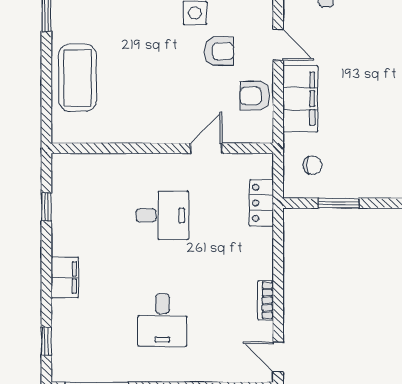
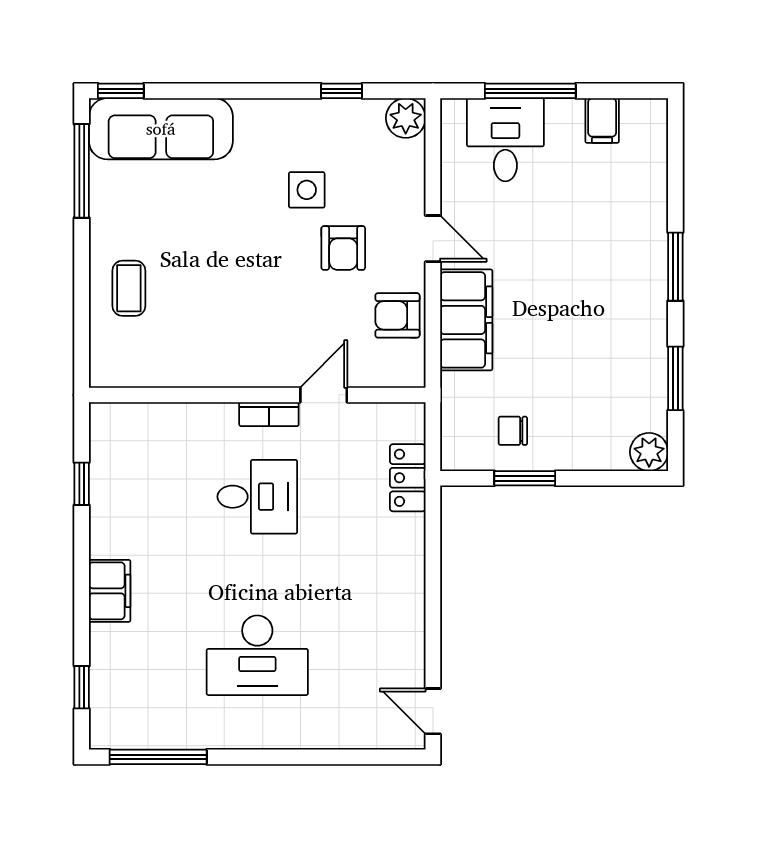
armchair: (219, 51) -> (343, 248), turned 90
coffee table: (78, 78) -> (129, 288), width x0.54, depth x0.58
chair: (313, 165) -> (513, 431), moved, turned 180
bookcase: (266, 300) -> (269, 414), moved, turned -90
desk: (162, 320) -> (257, 655), width x1.37

